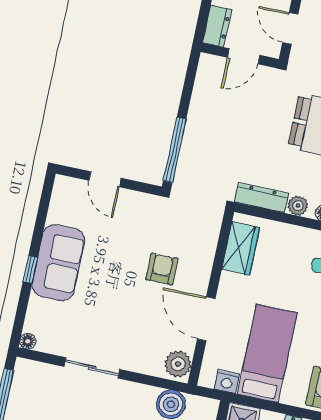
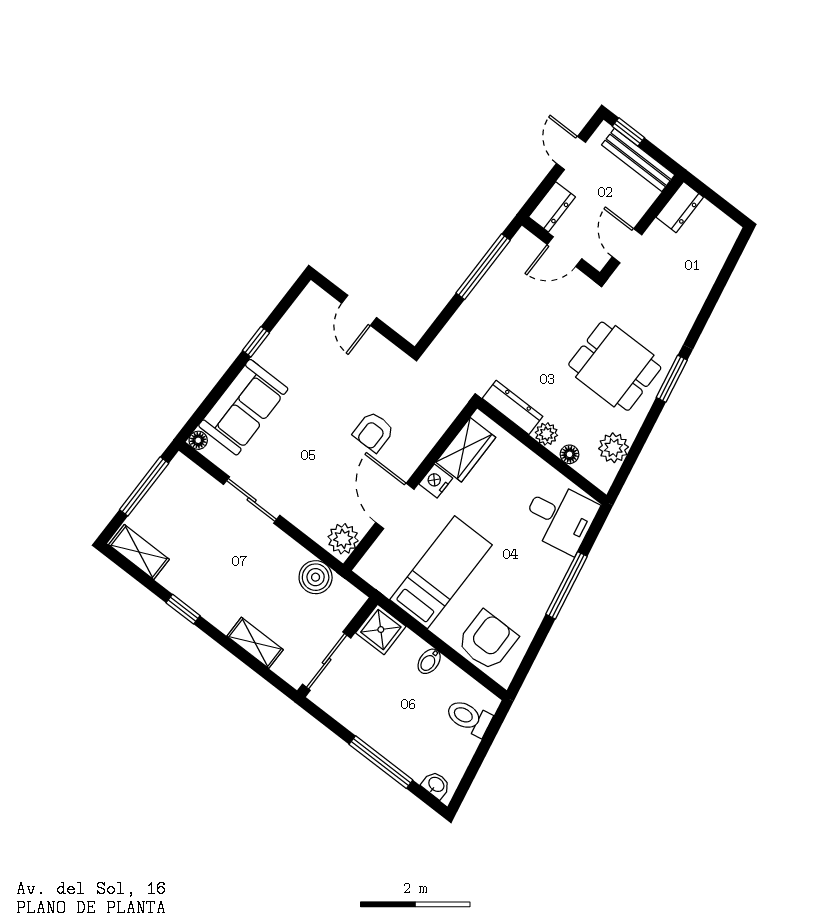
window: (175, 150) -> (483, 267), moved
sofa: (58, 263) -> (243, 407), moved
window: (30, 269) -> (256, 342), moved
armchair: (162, 269) -> (374, 432), turned 180
nightstand: (227, 382) -> (436, 481), moved, turned 90

